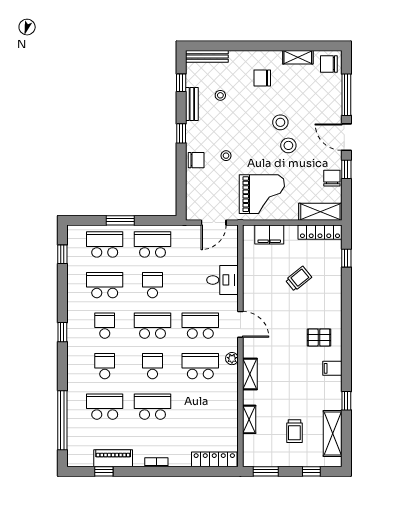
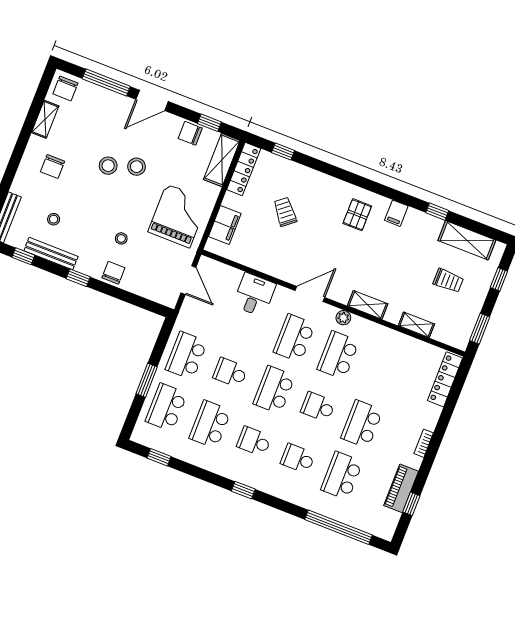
bench: (192, 104) -> (51, 254), width x1.36
window: (346, 169) -> (209, 123), moved

